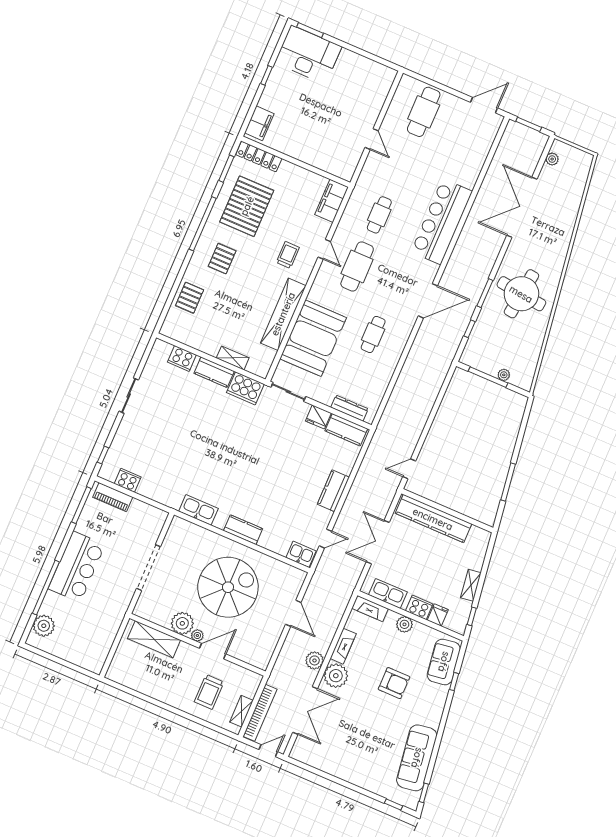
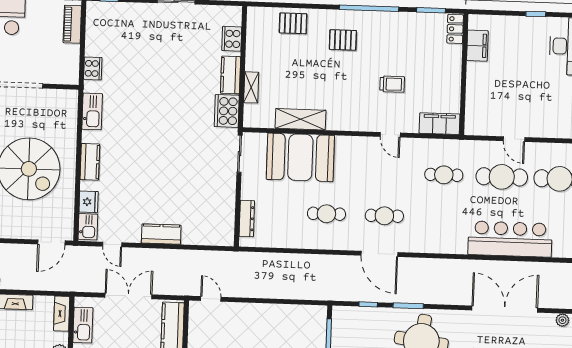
filing cabinet: (259, 123) -> (477, 46), moved, turned -90
door: (372, 139) -> (514, 139), hinge flipped
locker: (259, 156) -> (455, 29), width x0.66
cafe table: (401, 163) -> (502, 177), added
pallet: (247, 206) -> (402, 44), removed
bar counter: (442, 222) -> (510, 239), moved
door: (324, 249) -> (390, 135), hinge flipped
trolley: (288, 255) -> (392, 84), moved
cafe table: (357, 266) -> (384, 216), moved, width x0.73, depth x0.74
shelving: (283, 314) -> (301, 119), width x0.68
fridge: (318, 417) -> (89, 202), moved, turned 180
kitchen counter: (346, 430) -> (225, 224), removed
cooker: (128, 480) -> (93, 68), moved
door: (293, 613) -> (51, 242), moved

